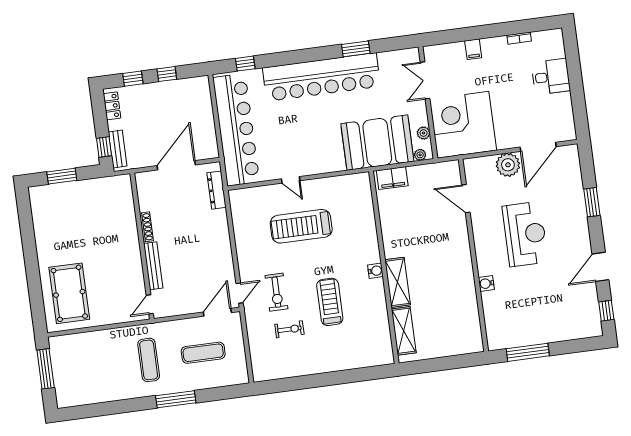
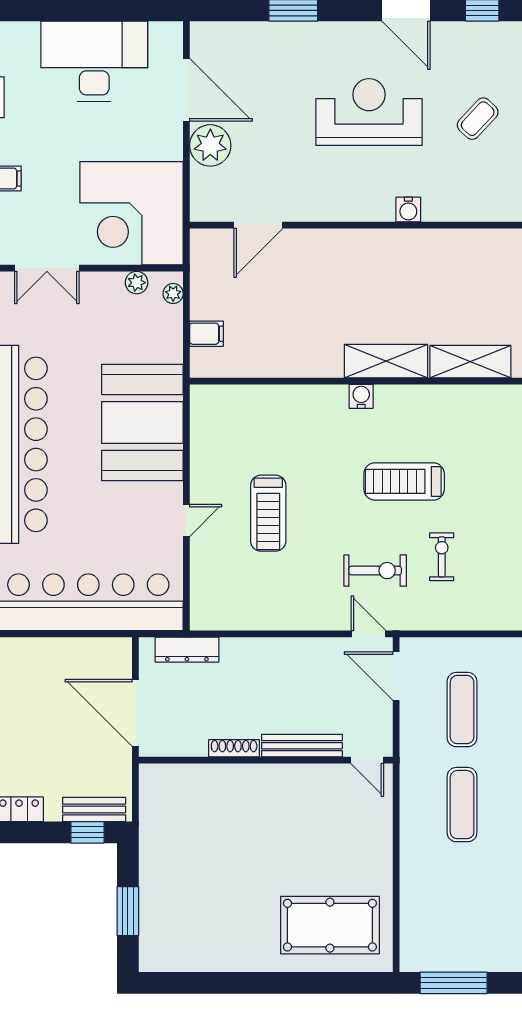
desk: (551, 77) -> (94, 61), width x1.87, depth x1.30
booth: (377, 143) -> (142, 422), moved
filing cabinet: (392, 178) -> (206, 334), width x0.50
treadmill: (301, 226) -> (268, 513), width x0.73, depth x0.73
shoe rack: (146, 227) -> (234, 748), moved
reception desk: (525, 234) -> (369, 112), moved
wall: (142, 246) -> (266, 760), moved
bench: (153, 266) -> (302, 746), moved
door: (150, 304) -> (367, 760), moved
coffee table: (544, 316) -> (478, 119), added
exercise mat: (149, 360) -> (462, 805), turned 90

